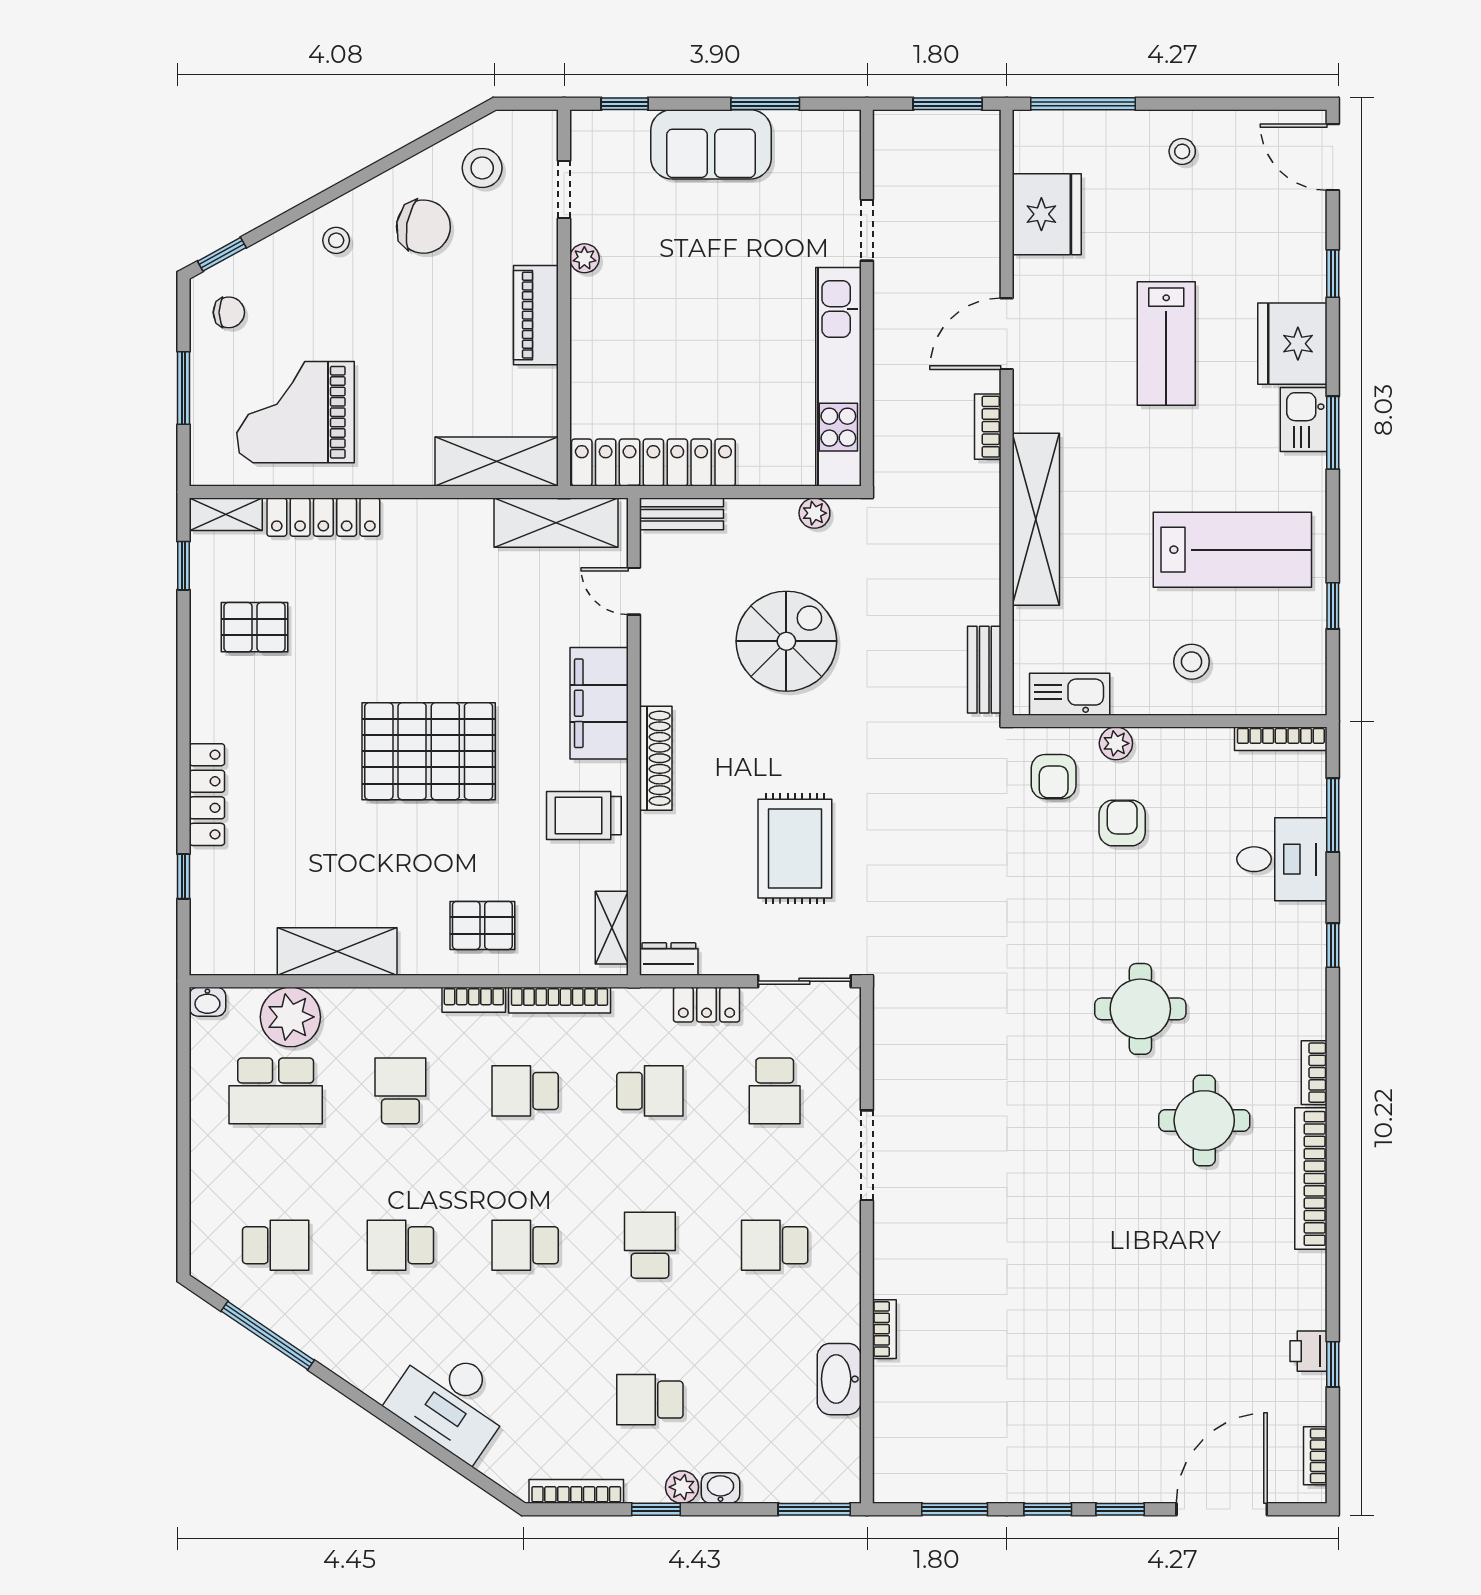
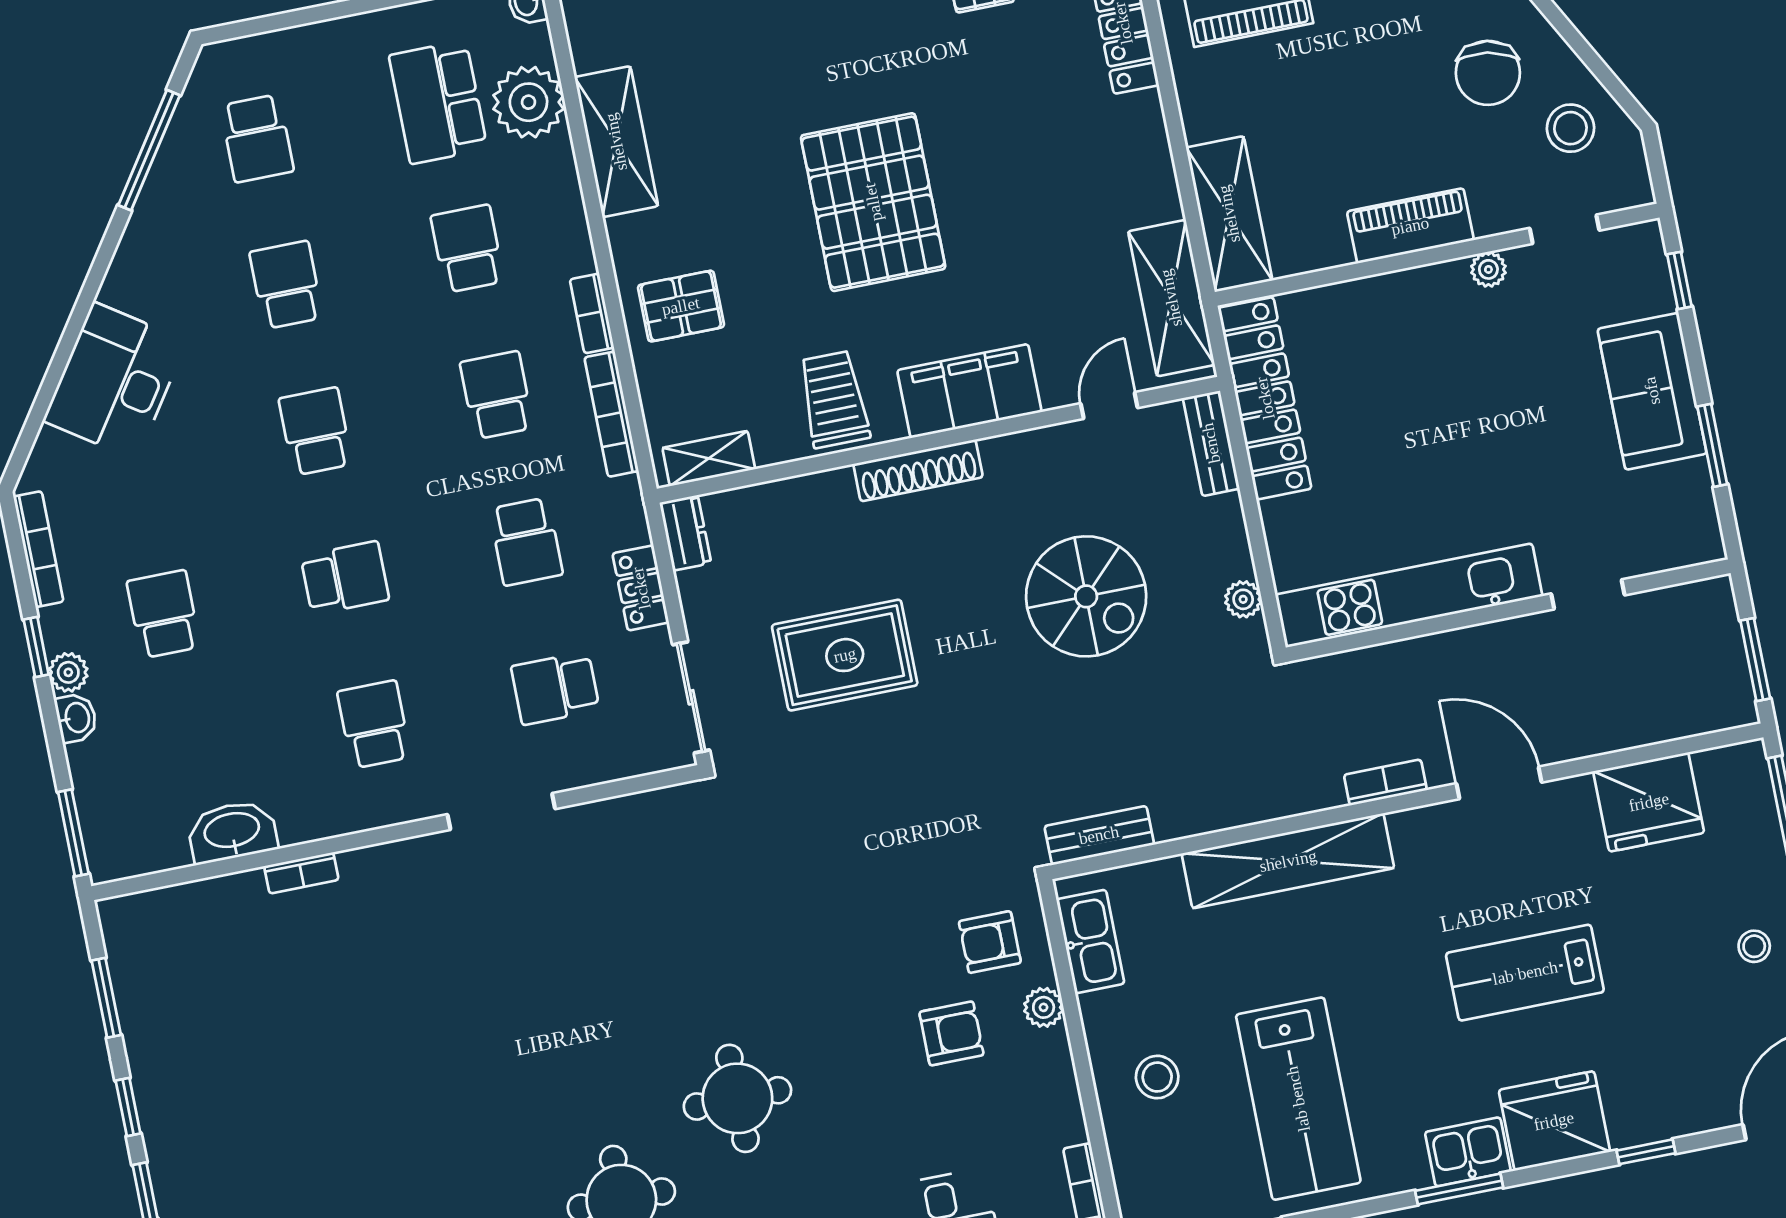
pallet: (482, 925) -> (681, 306), turned 90
school desk: (400, 1091) -> (467, 249), turned -90

